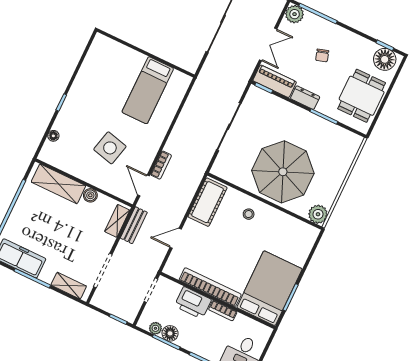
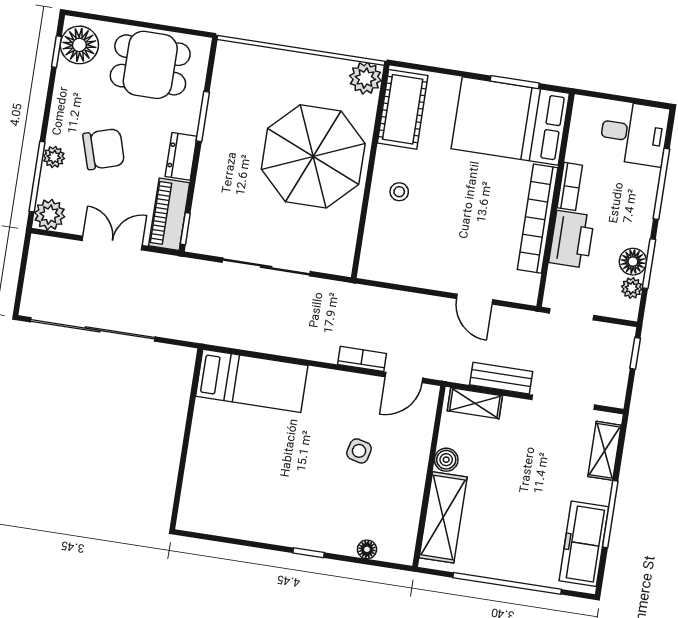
plant: (326, 26) -> (54, 157), added
chair: (322, 55) -> (104, 149), width x1.87, depth x1.87
bed: (148, 90) -> (252, 381), moved
side table: (110, 148) -> (359, 451), width x0.54, depth x0.54
cot: (208, 202) -> (403, 109), moved, turned 90
bench: (134, 225) -> (501, 378), moved

